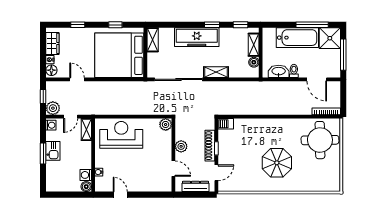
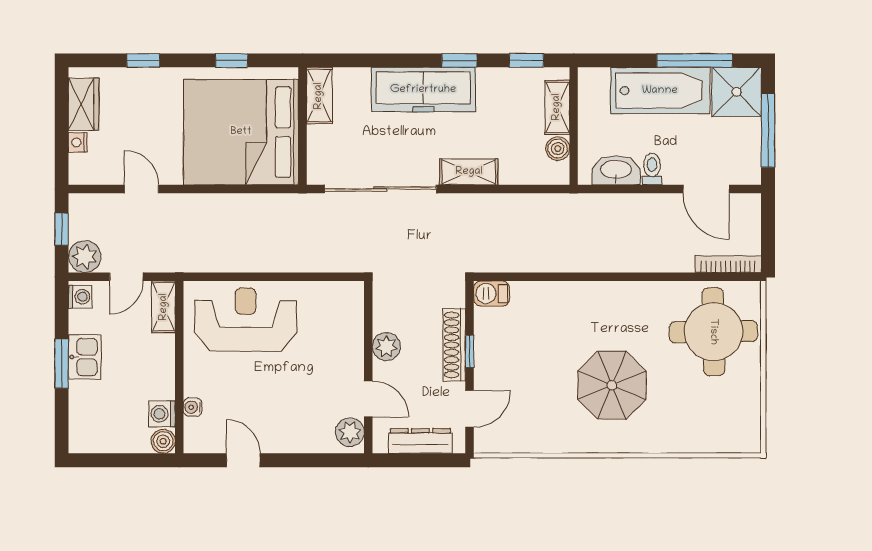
floor lamp: (51, 70) -> (81, 167), removed
plant: (166, 124) -> (350, 432), moved

